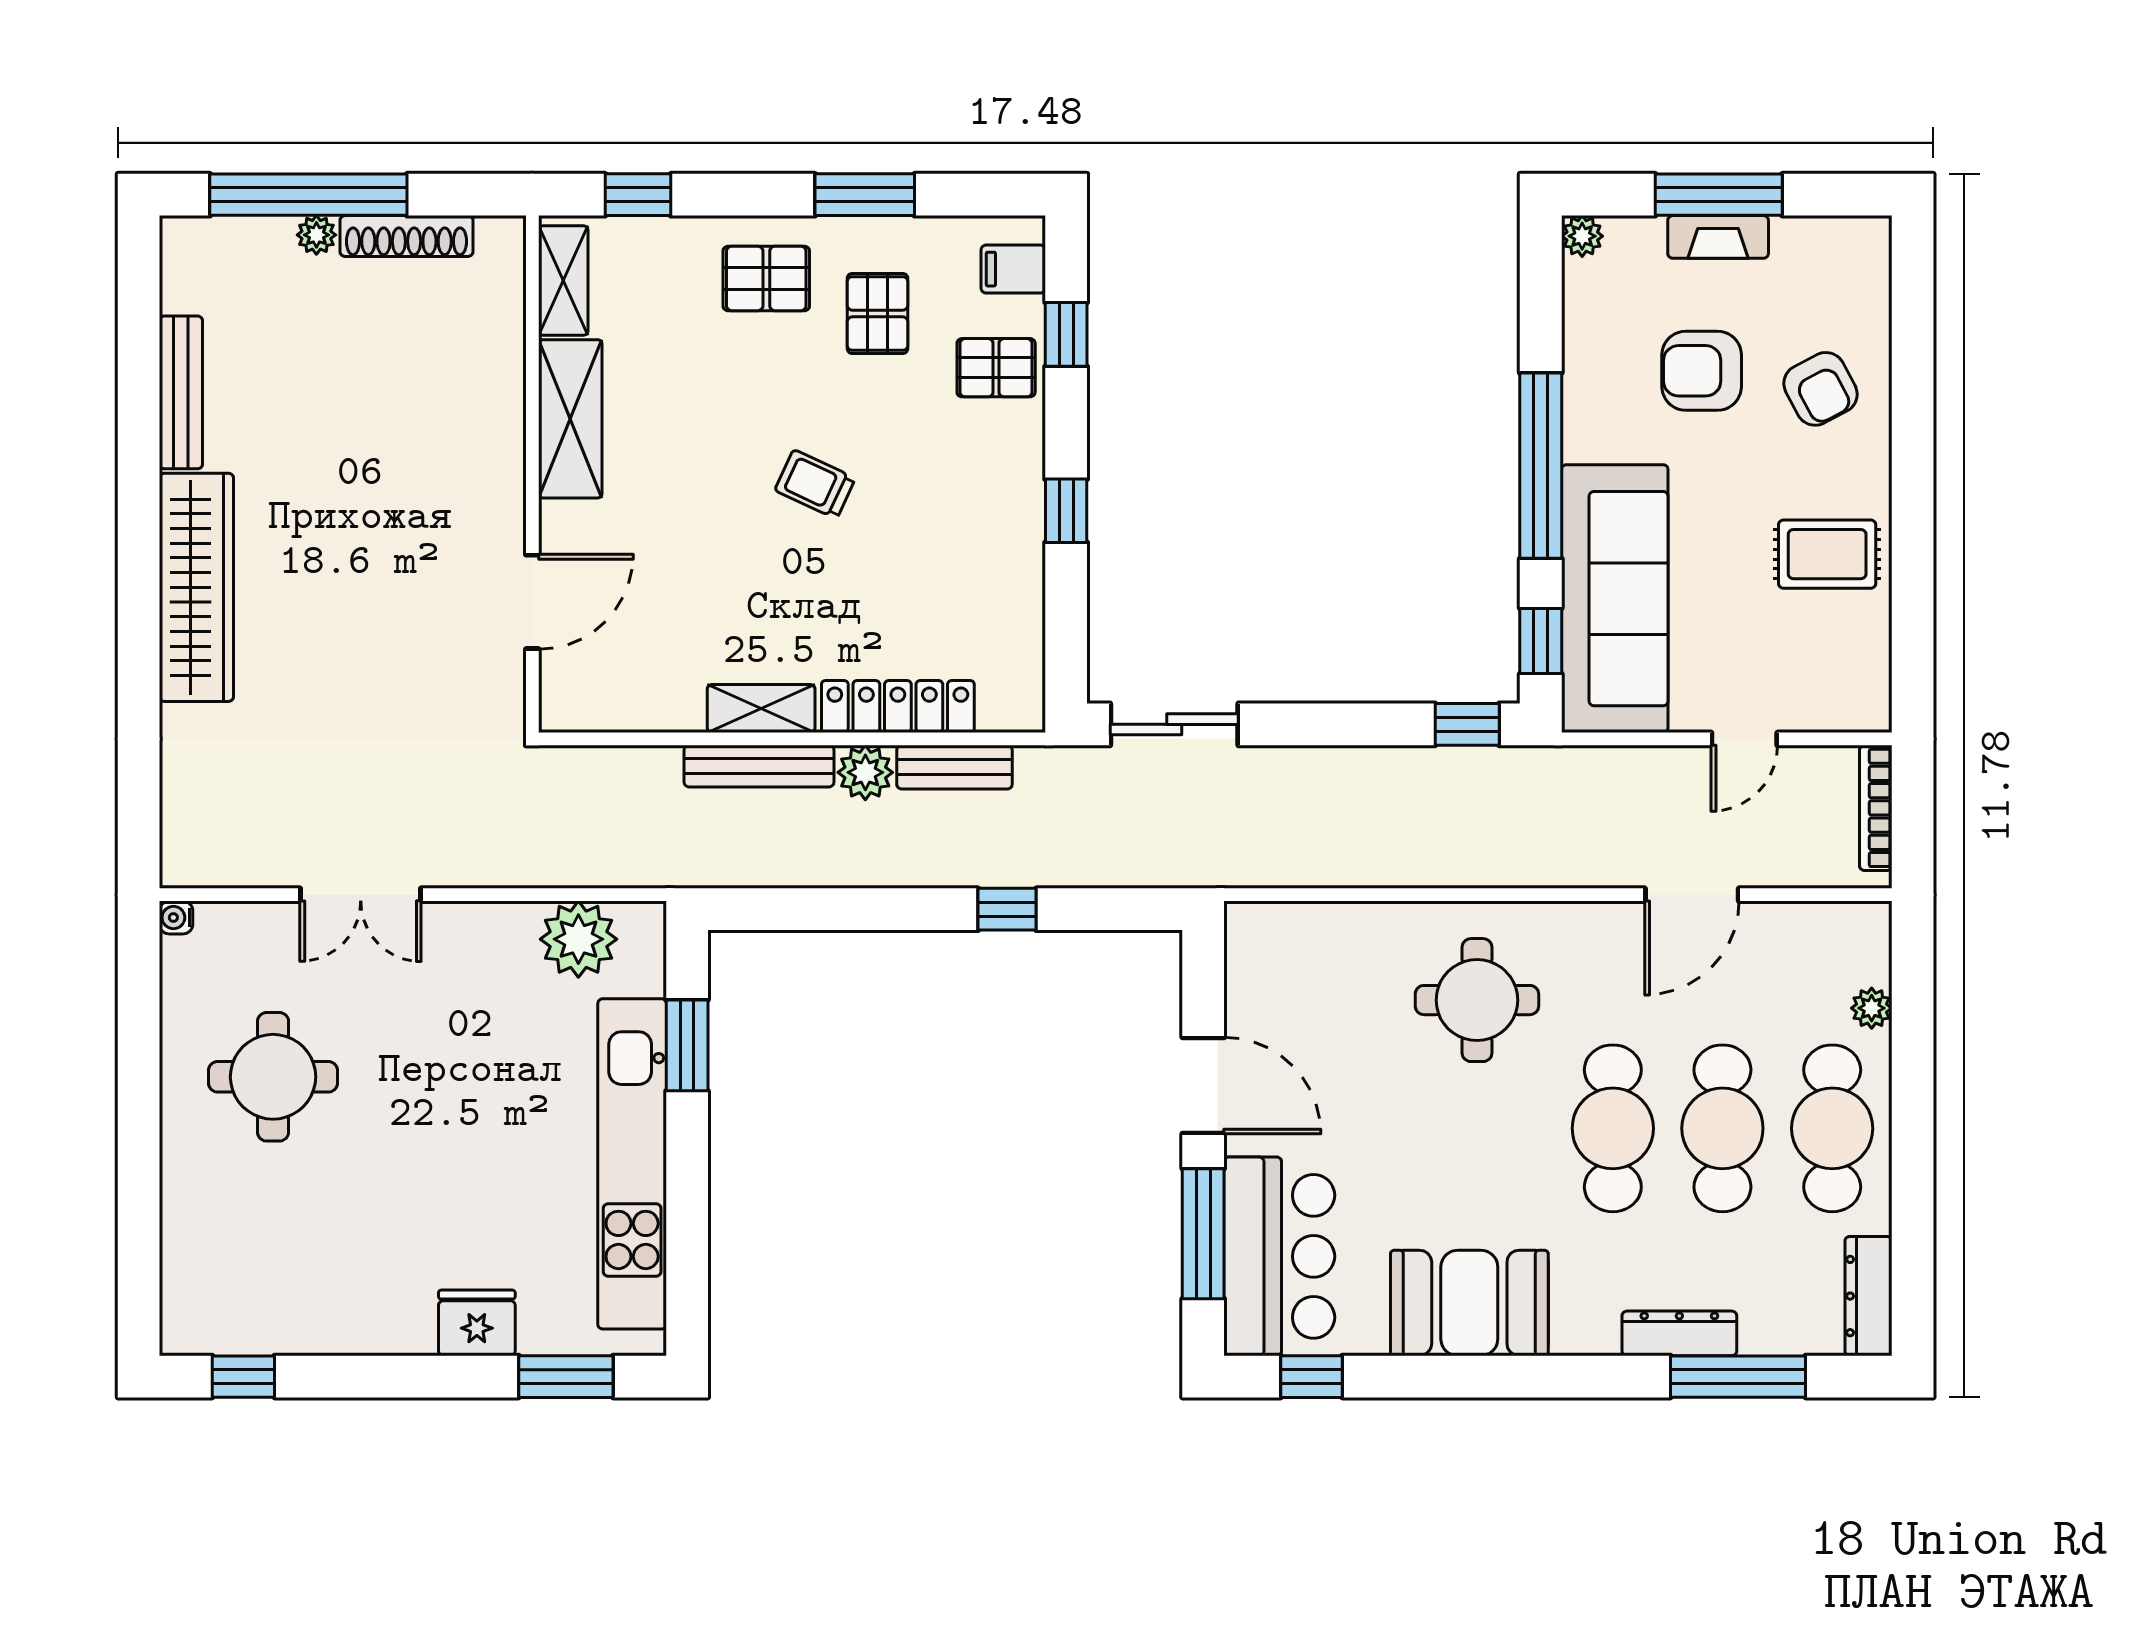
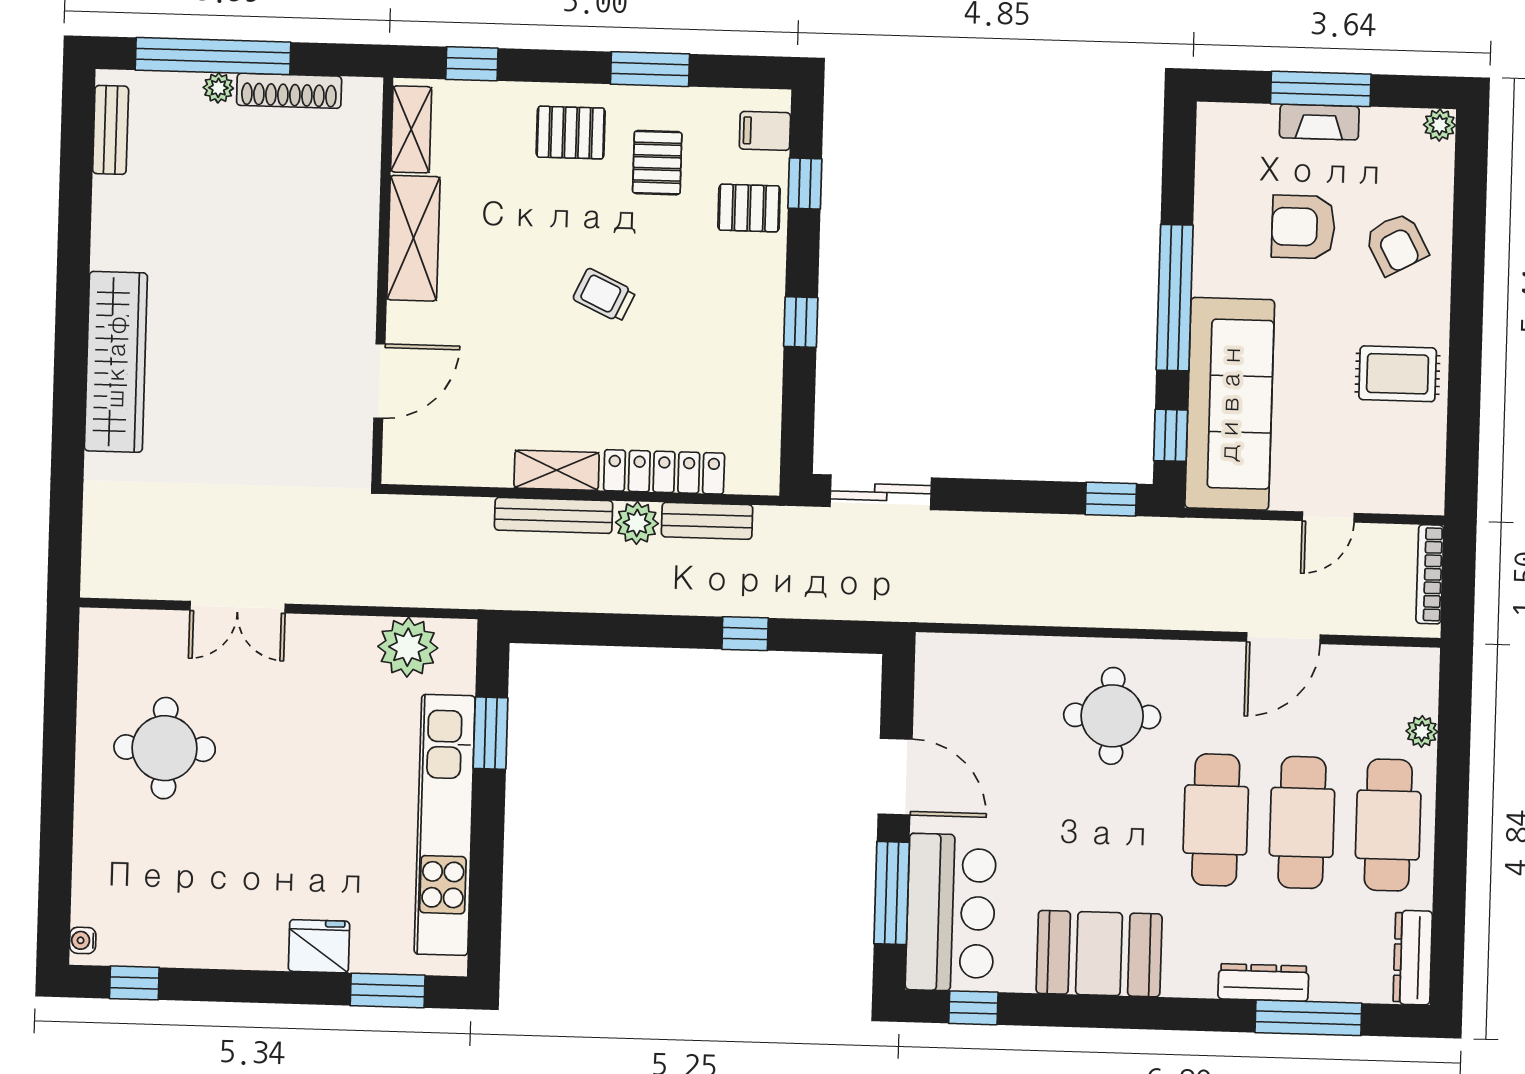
plant: (1582, 236) -> (1440, 125), moved
bench: (181, 392) -> (111, 130), moved, width x0.73
water cooler: (176, 918) -> (83, 940), moved

